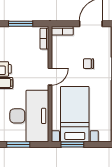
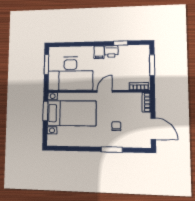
door: (50, 77) -> (105, 91), swing flipped

